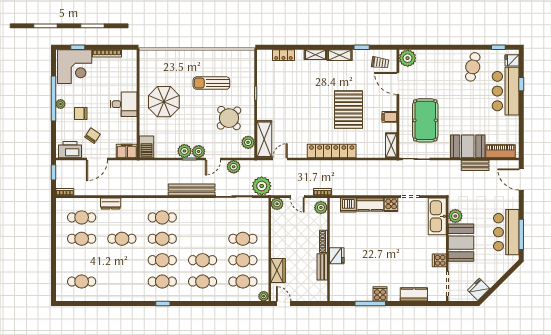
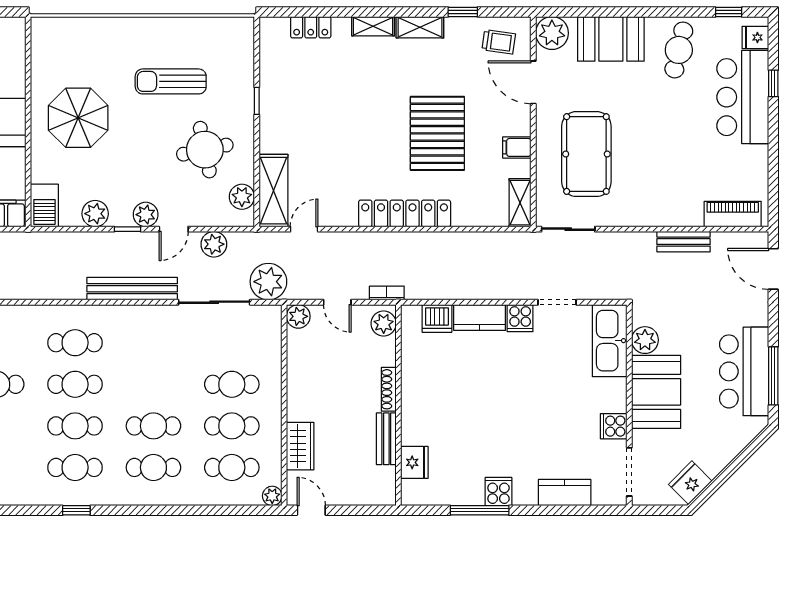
round table: (229, 118) -> (205, 150), turned 31
booth: (468, 146) -> (611, 39), moved
plant: (184, 151) -> (95, 214), moved
fridge: (337, 256) -> (414, 462), moved

